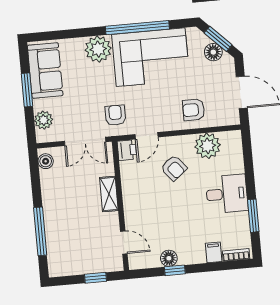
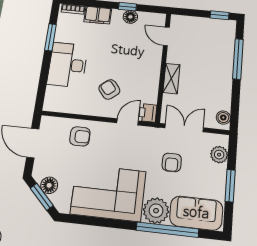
window: (137, 28) -> (167, 230), moved
sofa: (45, 70) -> (196, 213), moved, turned 90
armchair: (115, 115) -> (172, 162), moved
plant: (208, 146) -> (75, 103), removed
desk: (227, 194) -> (68, 65), width x1.37
filing cabinet: (214, 252) -> (98, 15), width x2.00
window: (95, 278) -> (220, 15), moved

